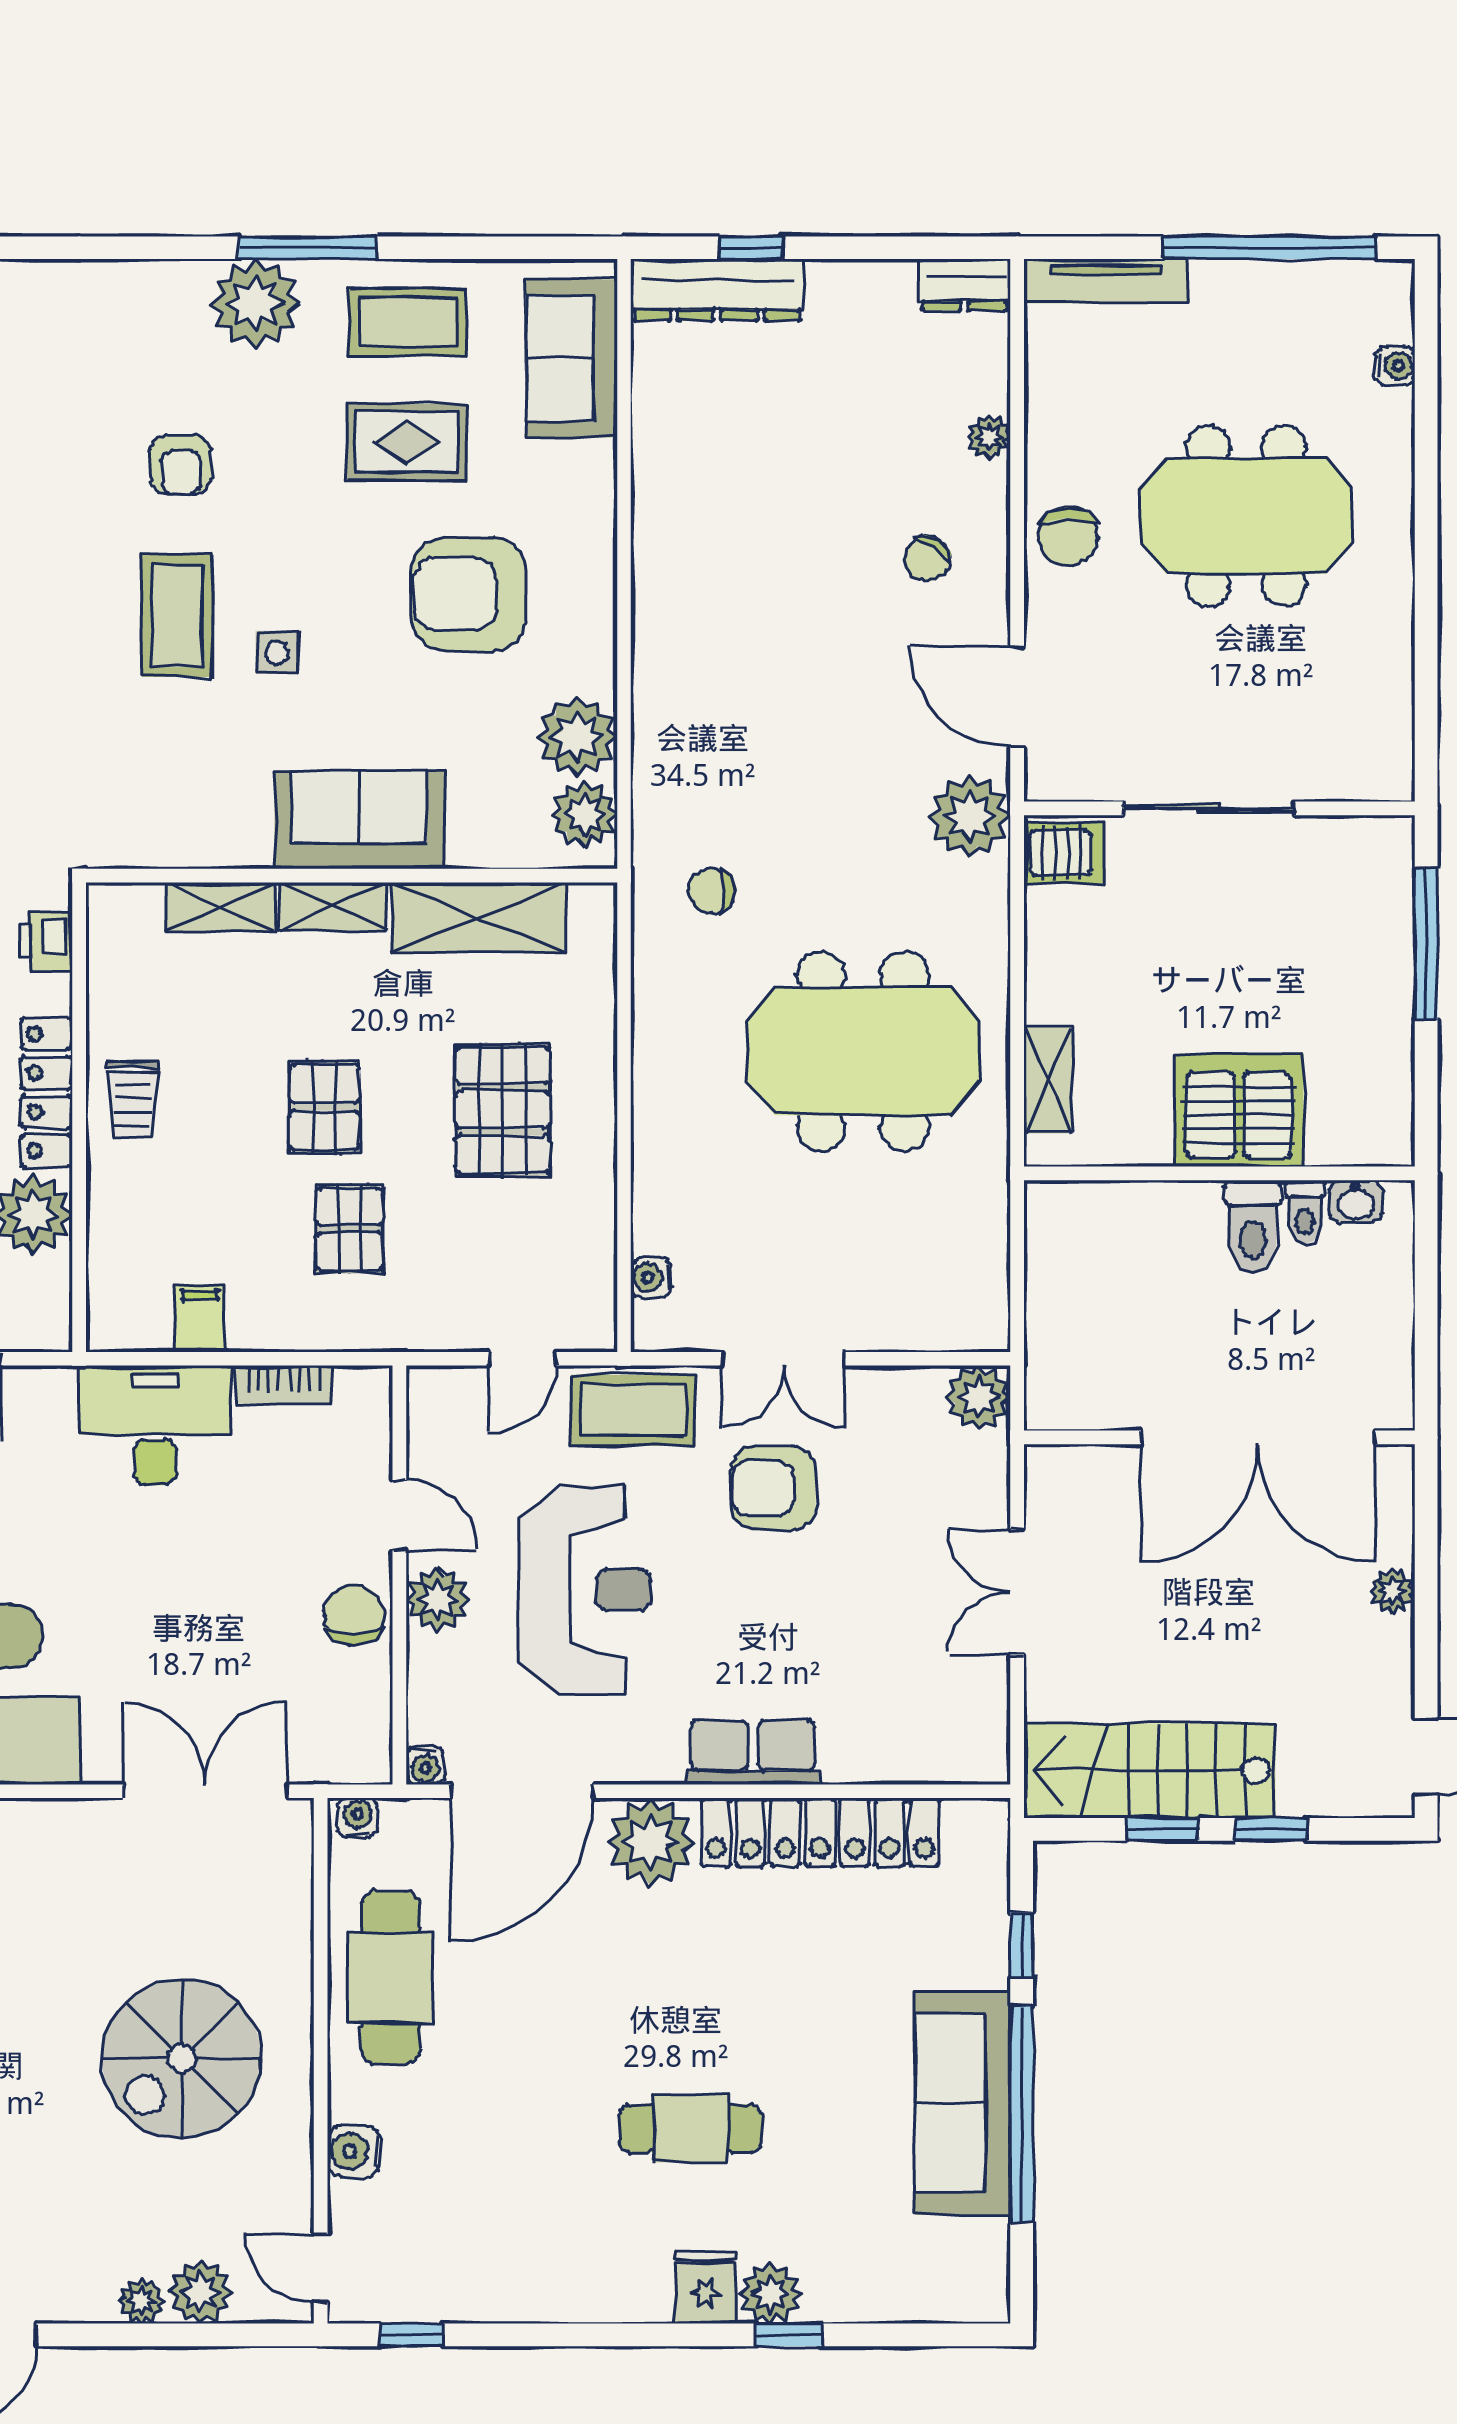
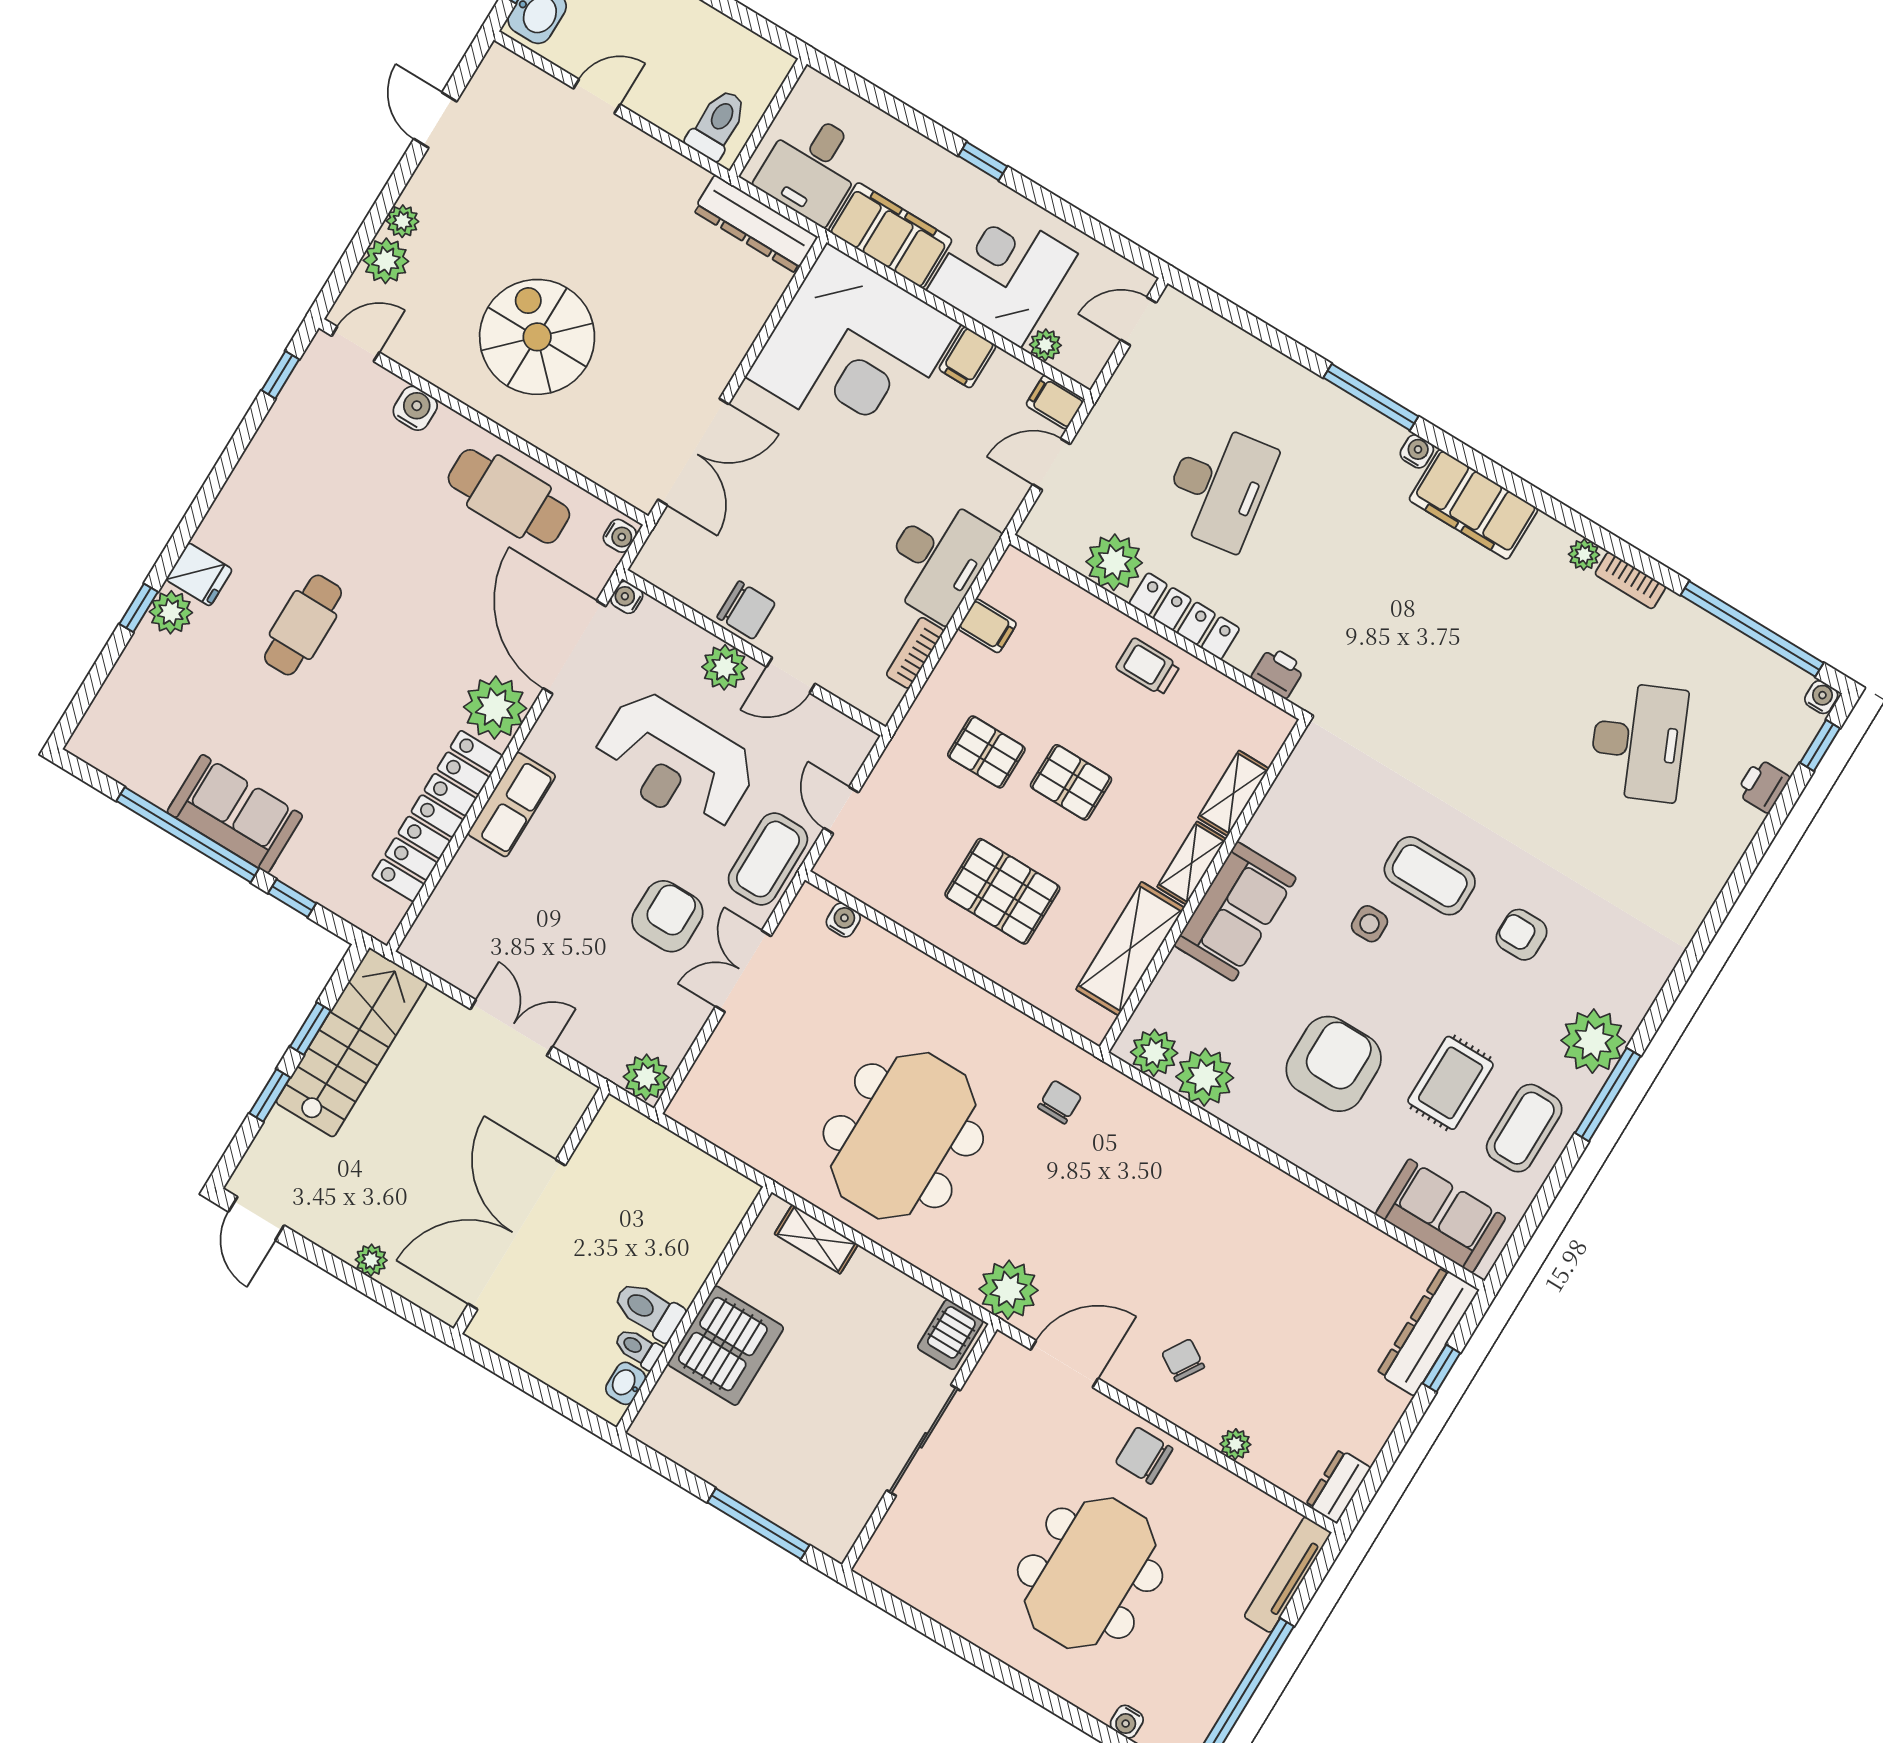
sofa: (963, 2103) -> (235, 814), width x0.73

